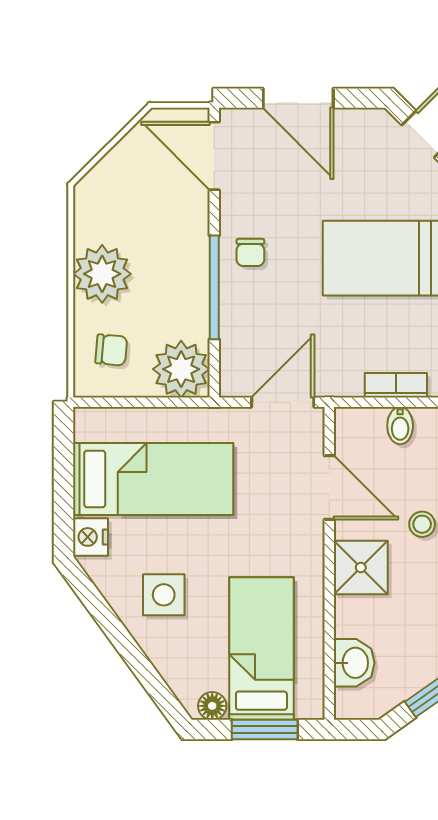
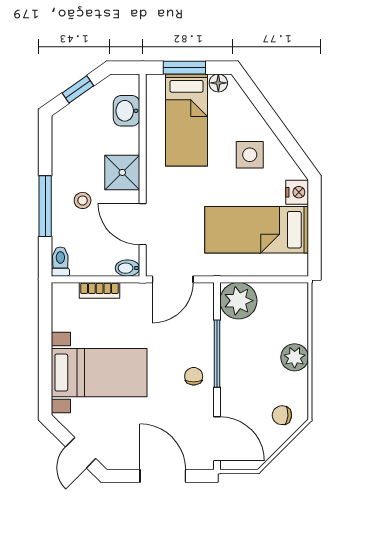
plant: (102, 274) -> (295, 357), width x0.73, depth x0.73
chair: (111, 350) -> (282, 415), moved
bidet: (400, 426) -> (127, 268), moved, turned -90

